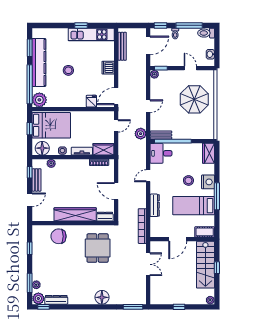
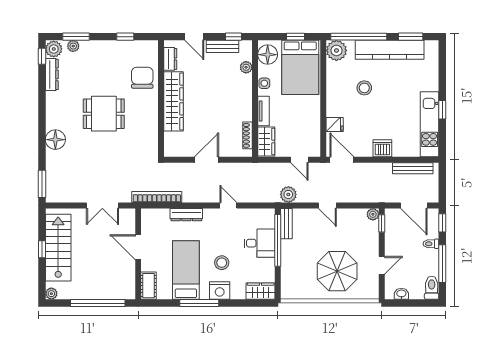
stool: (68, 70) -> (364, 88), moved
desk: (161, 153) -> (260, 243), moved, turned 90
dresser: (105, 217) -> (170, 59), moved
dining table: (98, 248) -> (104, 114), moved
stairs: (205, 265) -> (58, 248), moved, turned 90
window: (217, 268) -> (98, 303), width x3.17

